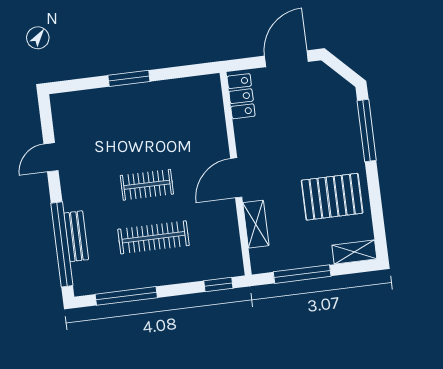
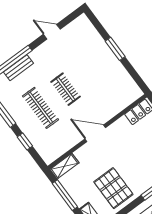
shelving: (256, 224) -> (64, 166), moved
window: (218, 284) -> (25, 141), moved

